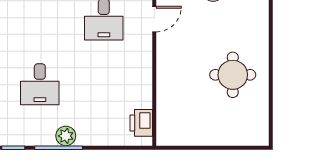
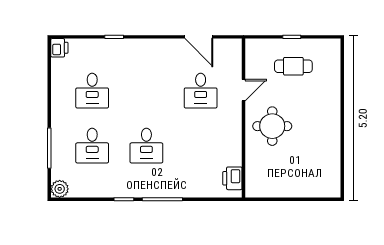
round table: (233, 75) -> (272, 126), moved
plant: (66, 136) -> (168, 189), removed

